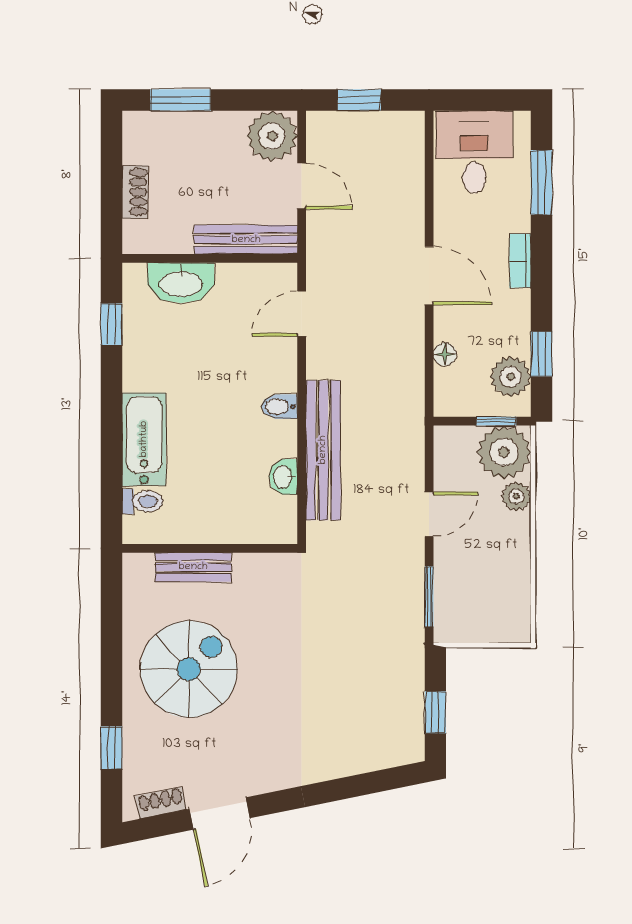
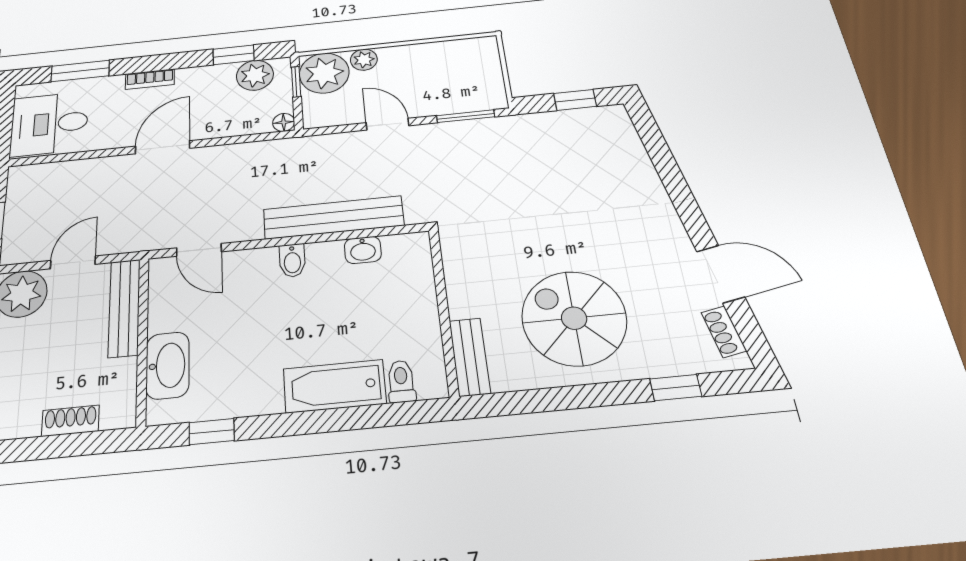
floor lamp: (445, 354) -> (284, 122), moved
bench: (193, 567) -> (470, 357), moved

